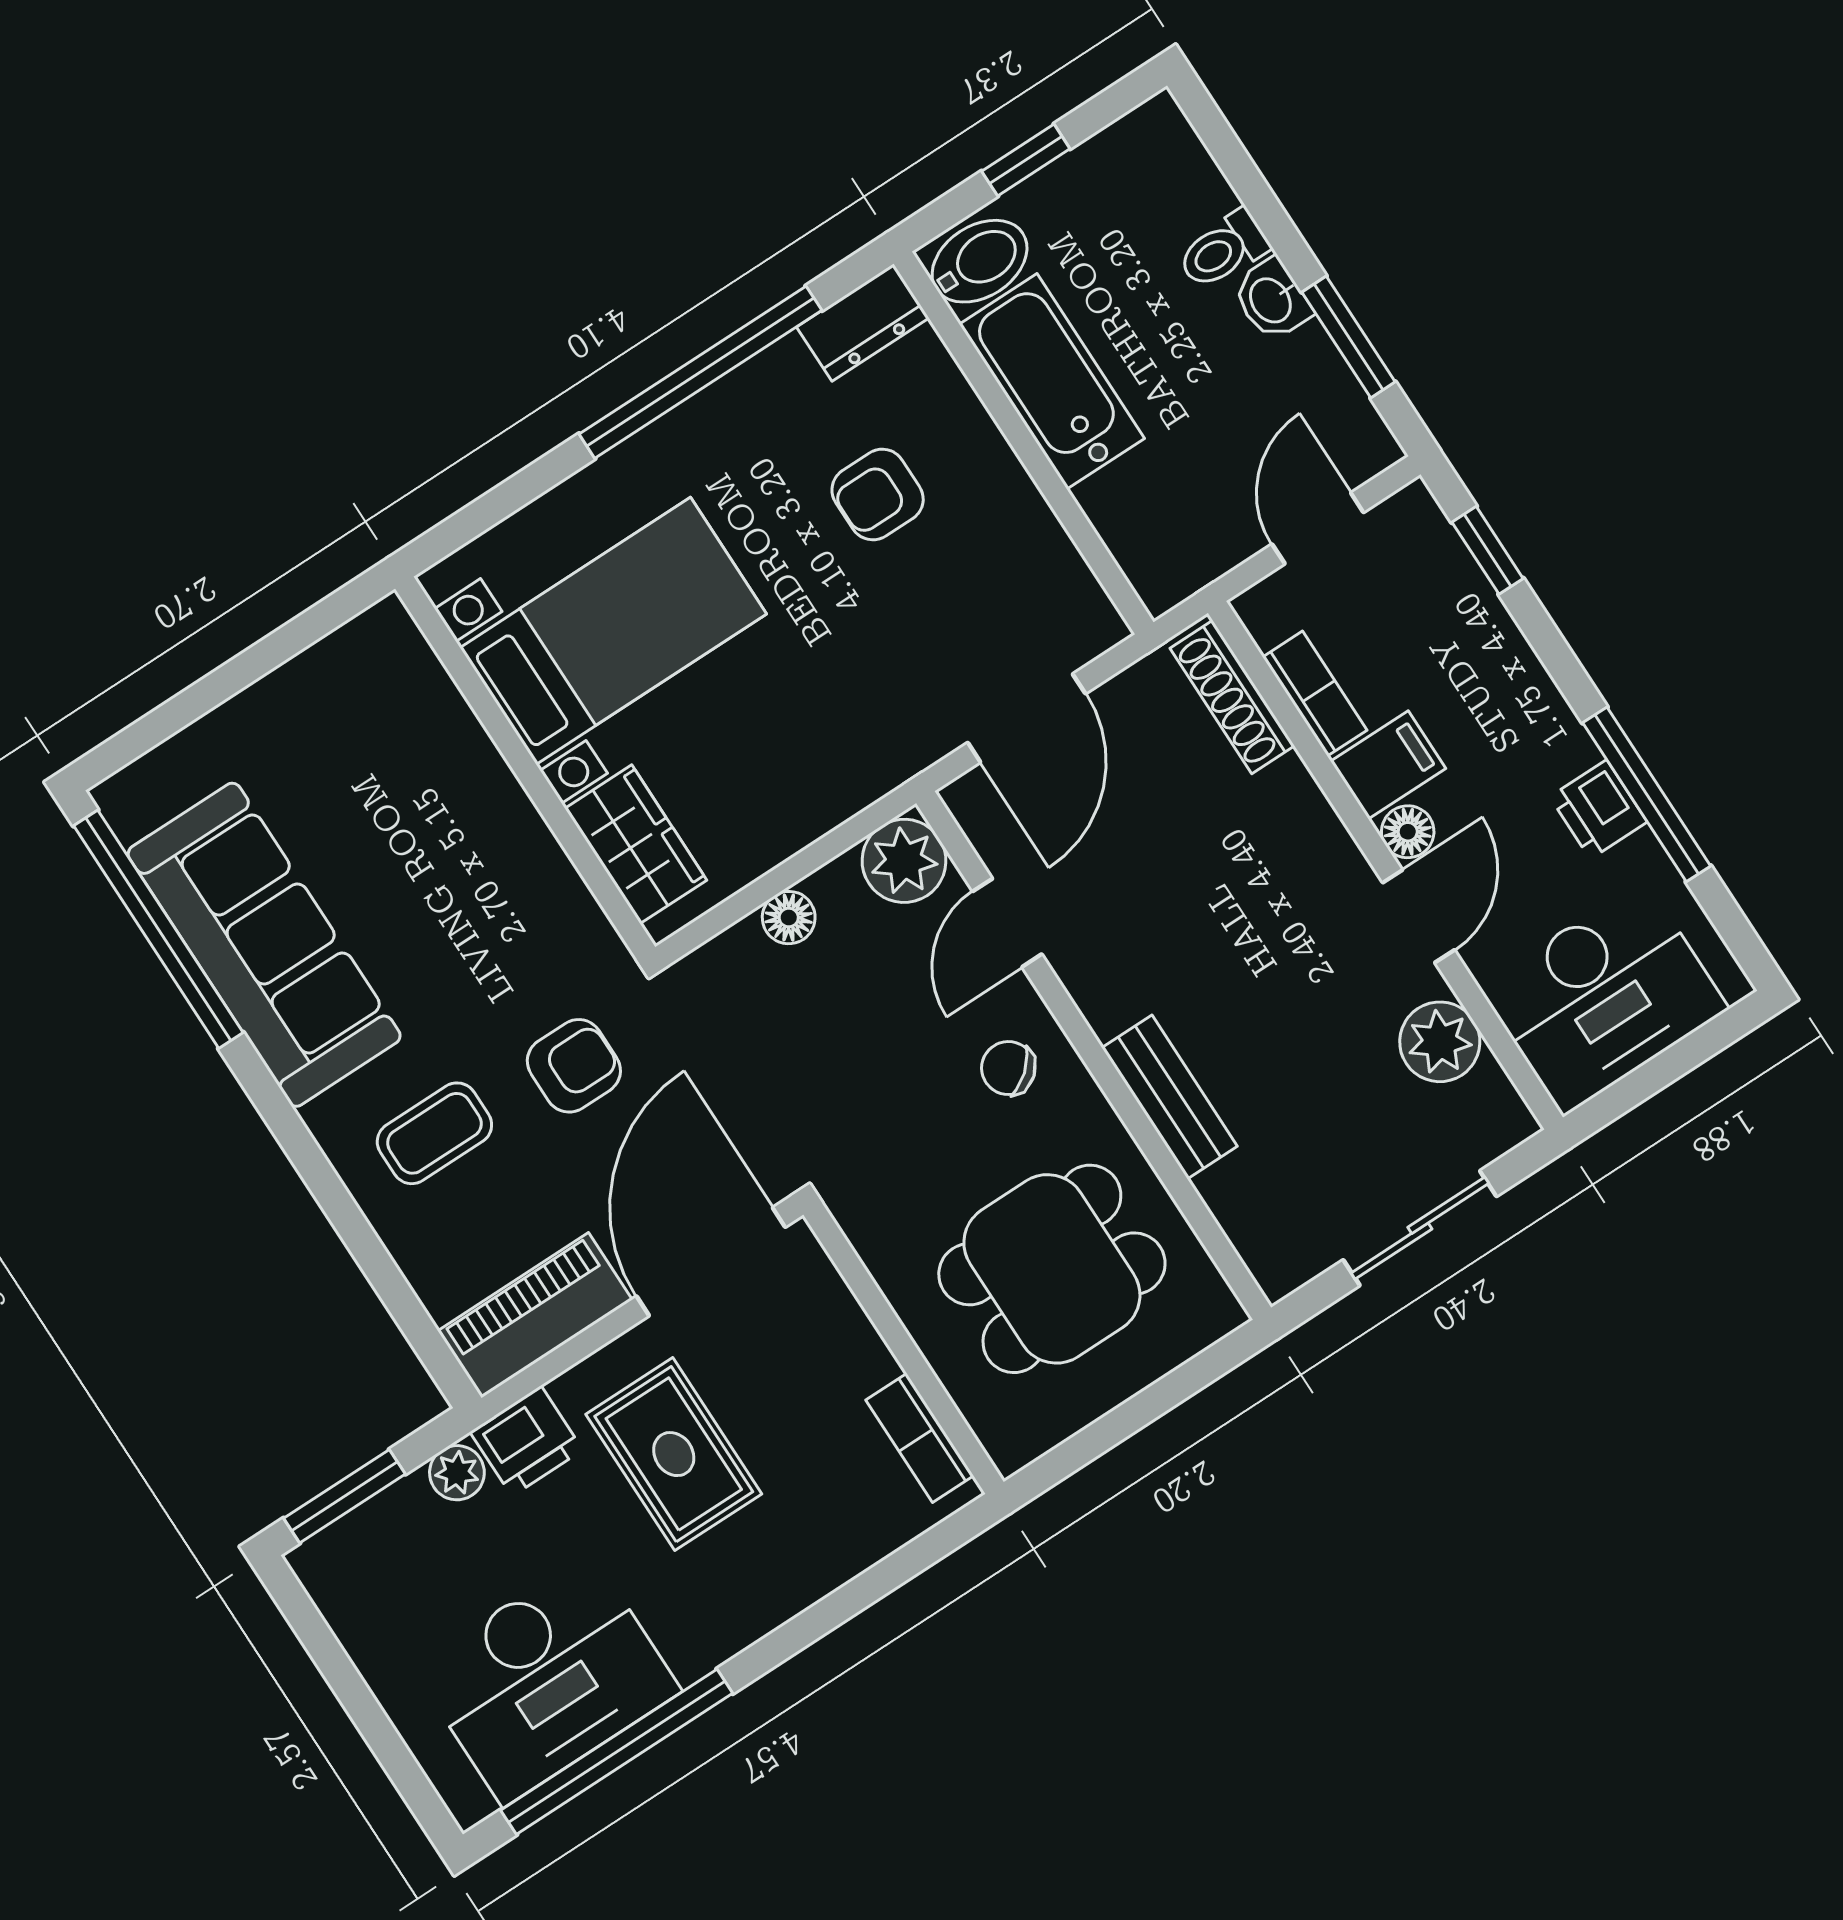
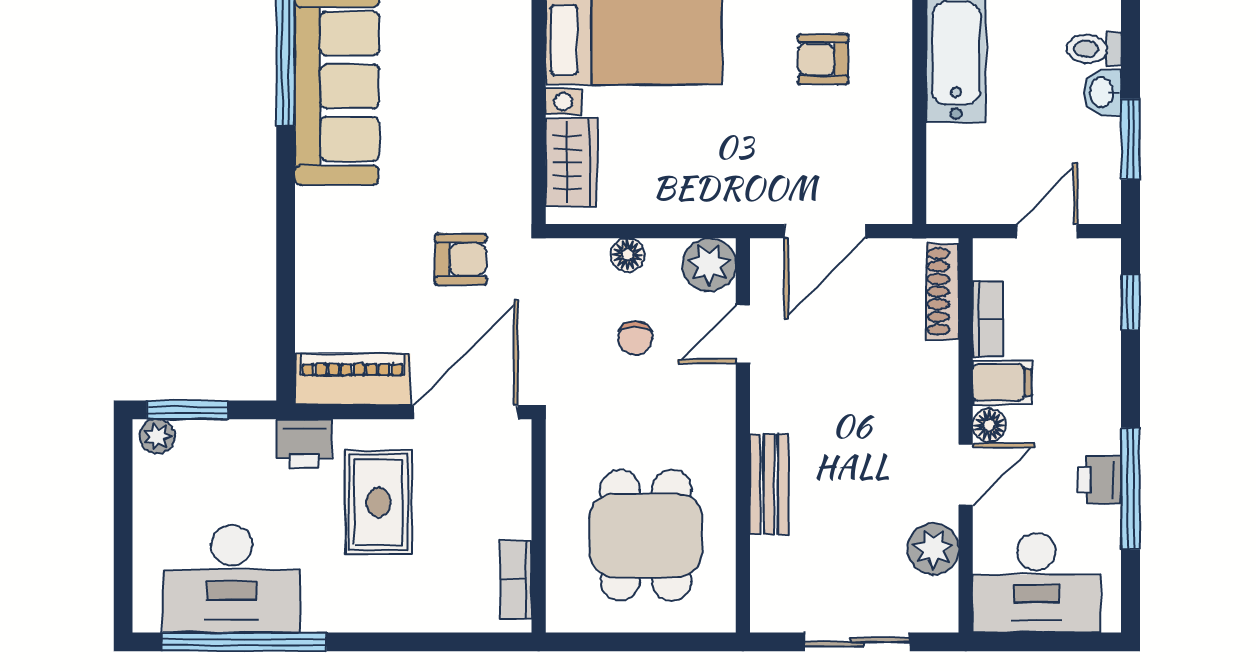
chair: (1008, 1068) -> (635, 338), moved, turned -140
coffee table: (434, 1133) -> (362, 247), removed
dining table: (1052, 1269) -> (646, 535), turned 90
plant: (457, 1473) -> (157, 437), moved

